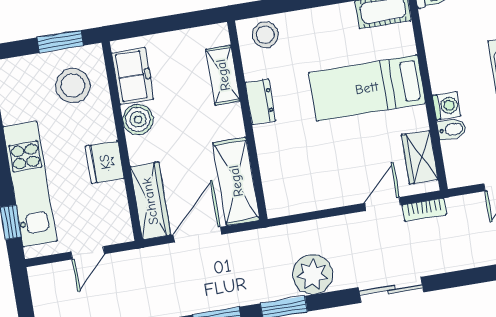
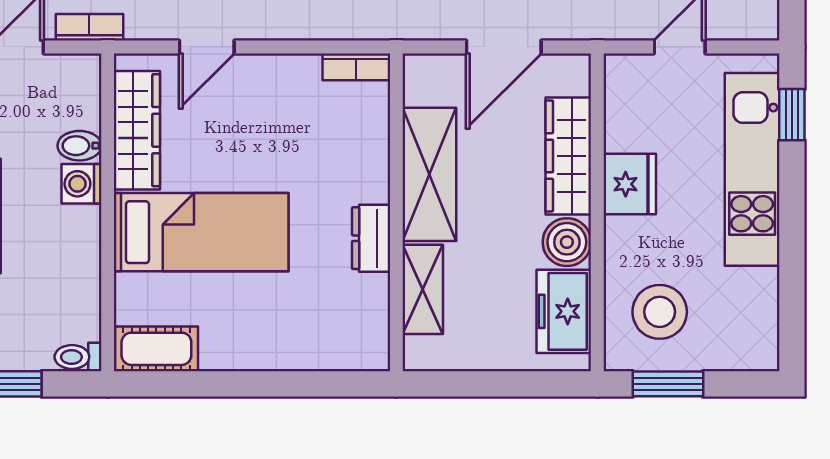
stool: (265, 35) -> (346, 342), removed
wardrobe: (420, 157) -> (137, 130), width x1.50
shelving: (236, 181) -> (429, 174), moved
wardrobe: (150, 201) -> (568, 156), moved
bookcase: (287, 207) -> (356, 67), added
bookcase: (424, 210) -> (89, 27), moved

